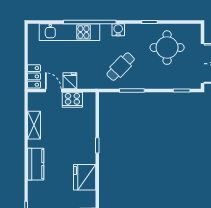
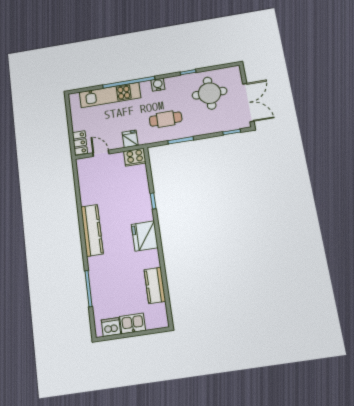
cafe table: (121, 67) -> (166, 119), turned 46
fridge: (70, 81) -> (130, 139), moved
cooker: (72, 100) -> (135, 157), moved
shelving: (34, 125) -> (86, 191), removed
kitchen counter: (36, 164) -> (92, 230), width x1.50

